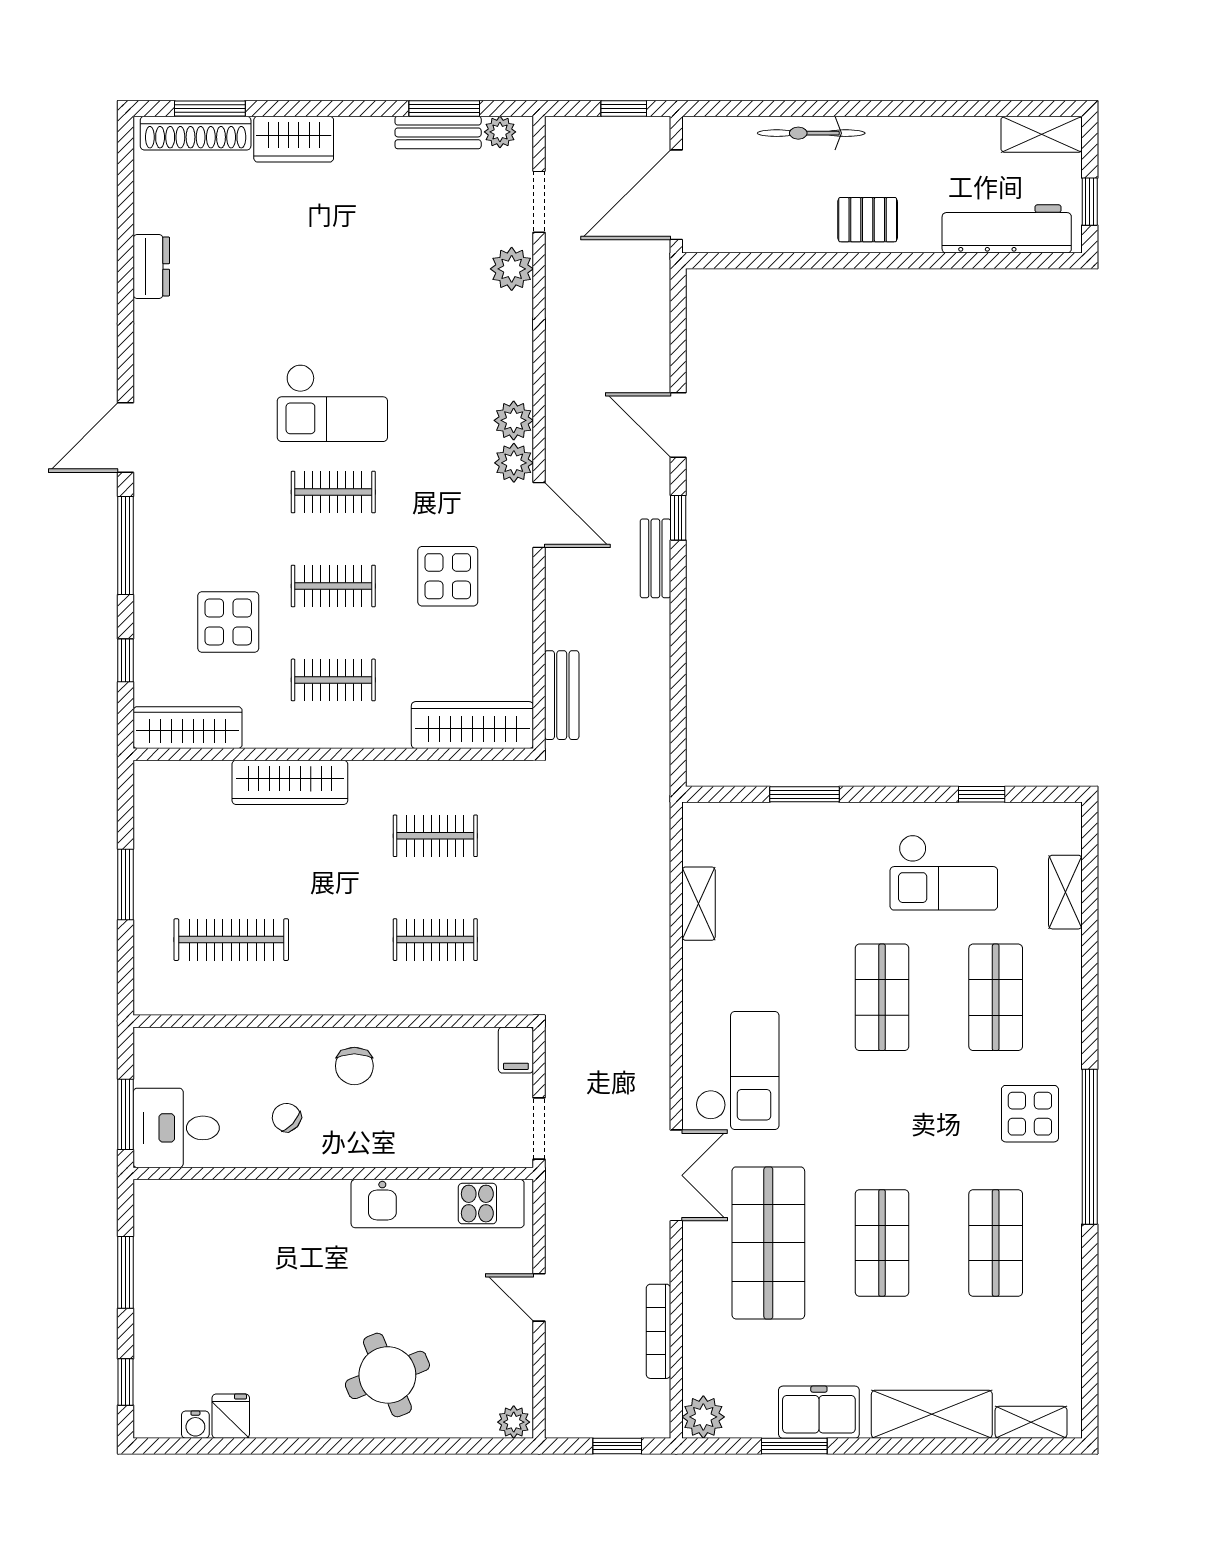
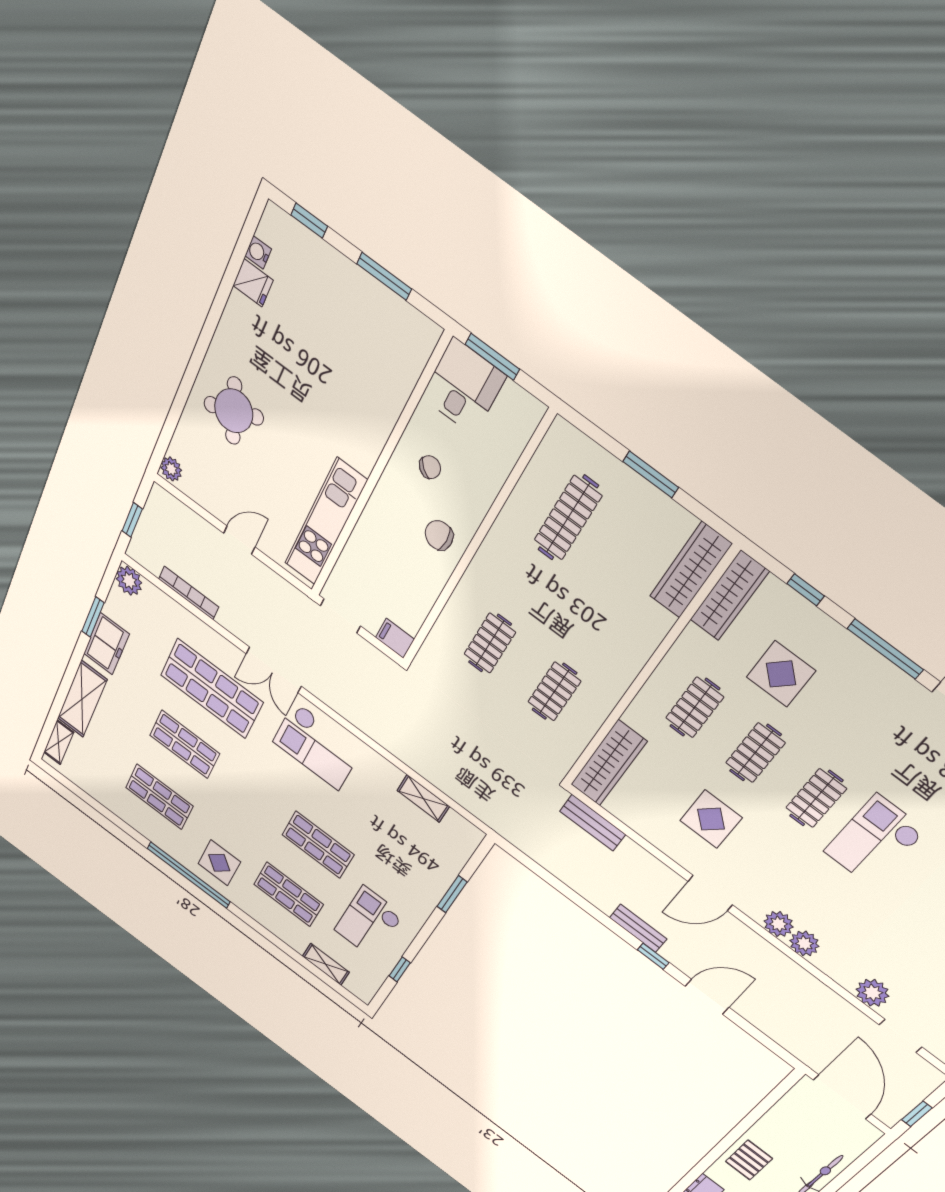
plant: (514, 463) -> (804, 943), moved
wardrobe: (290, 782) -> (691, 570), moved

